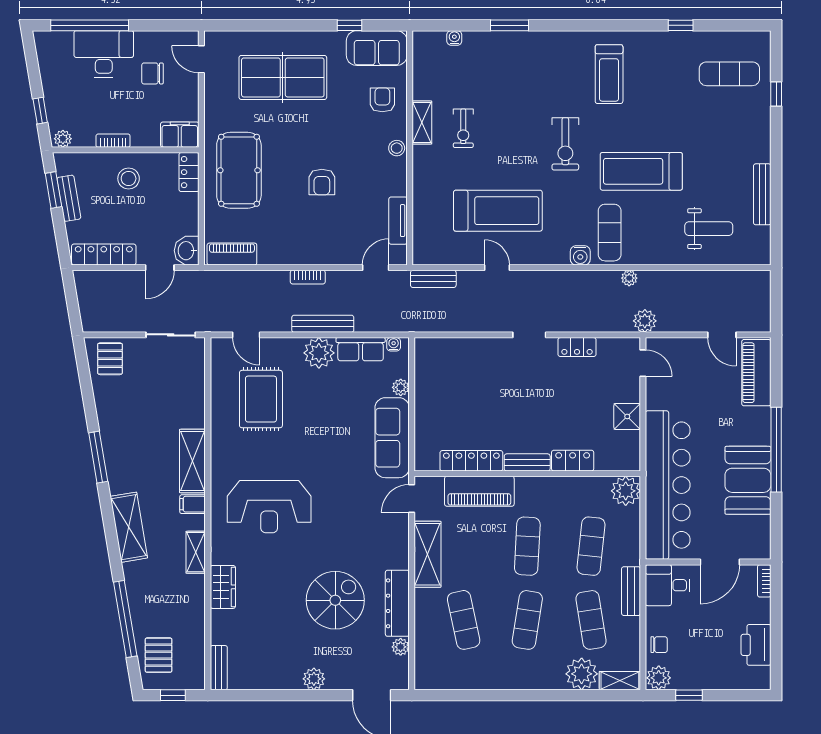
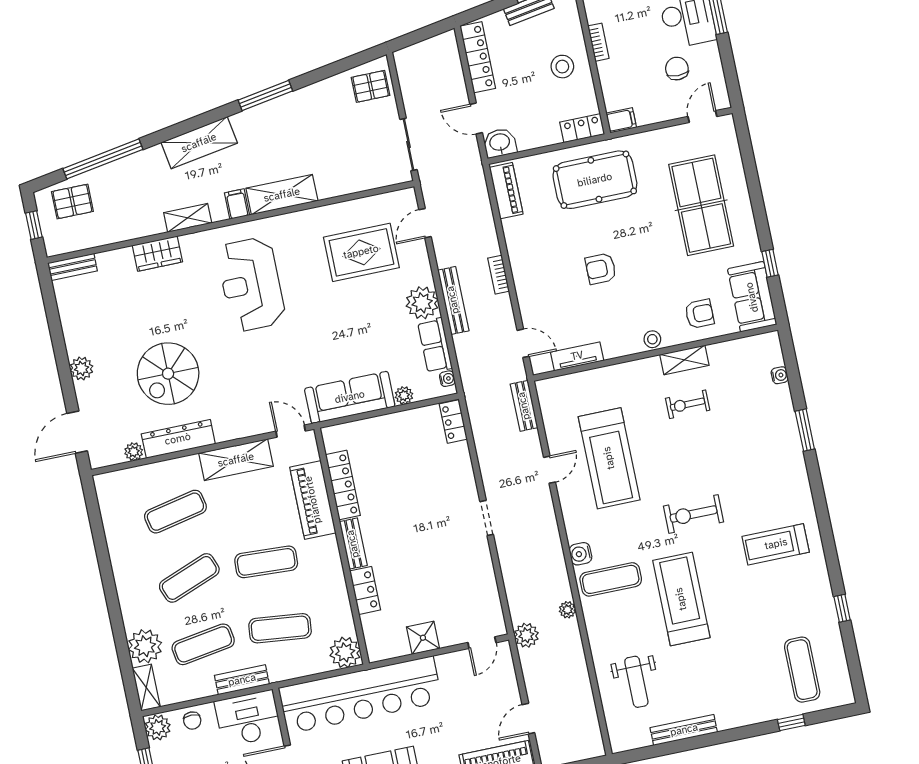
filing cabinet: (180, 135) -> (621, 120), width x0.50
locker: (577, 347) -> (453, 422), moved
desk: (668, 585) -> (248, 718), width x1.37
spiral stairs: (335, 600) -> (168, 374), turned 90
exercise mat: (527, 620) -> (189, 578), turned -30

